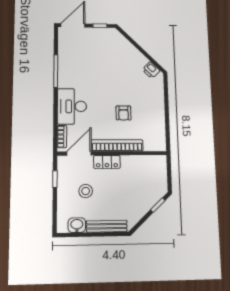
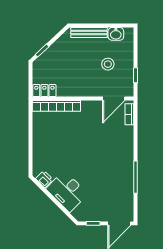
desk: (72, 106) -> (67, 191), moved, turned 135
armchair: (124, 113) -> (72, 137), removed
bookcase: (117, 145) -> (56, 106), moved
locker: (107, 162) -> (44, 91), moved

